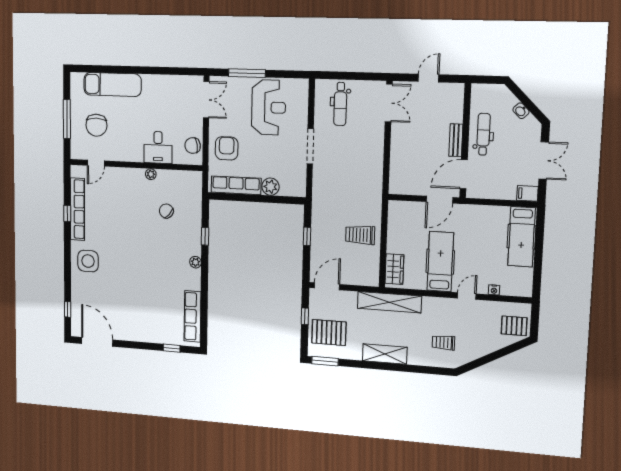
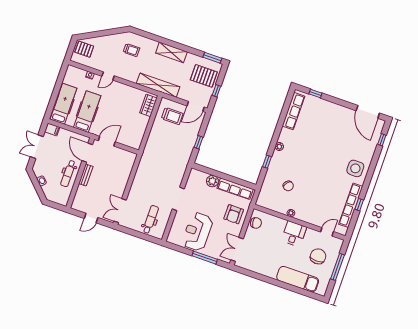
desk: (158, 147) -> (294, 234), moved
door: (464, 174) -> (87, 153), swing flipped
trolley: (360, 235) -> (172, 116), moved
hospital bed: (440, 262) -> (87, 112), moved, turned 180

